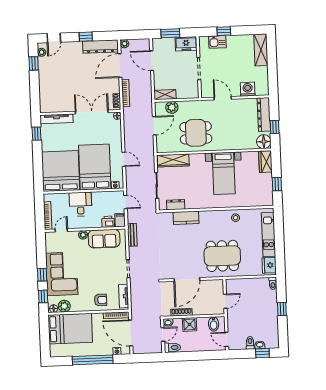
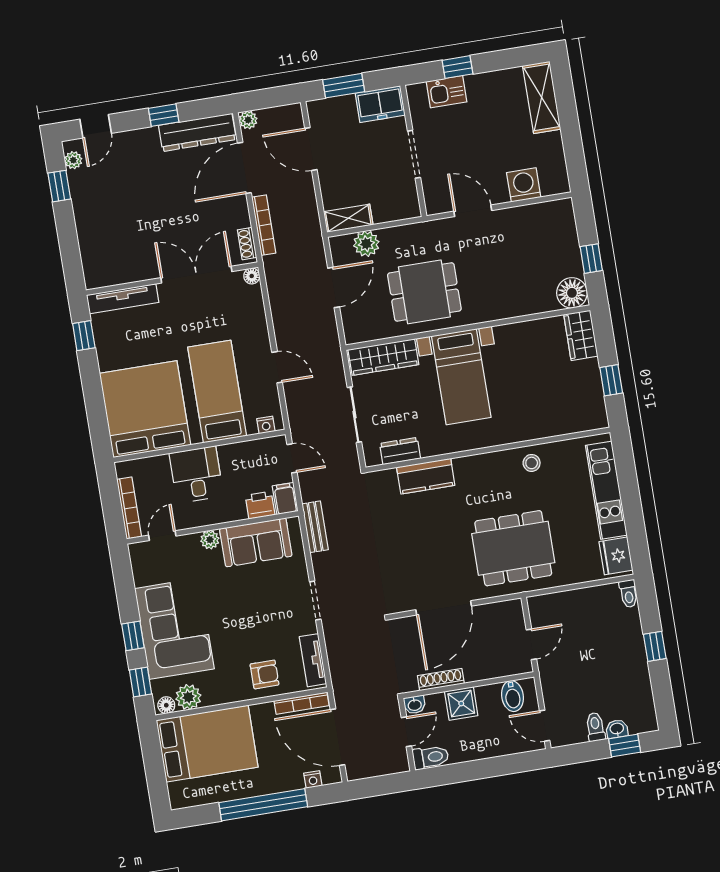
dresser: (264, 114) -> (565, 235), removed
bed: (95, 167) -> (217, 392), width x0.67
bed with nightstands: (224, 173) -> (461, 377), moved

